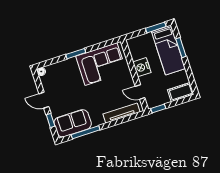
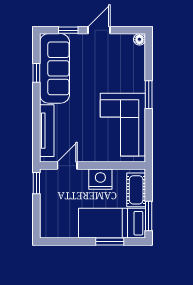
cot: (181, 92) -> (136, 190), moved
sofa: (73, 123) -> (55, 68), width x1.36
window: (86, 132) -> (36, 73), width x0.46

